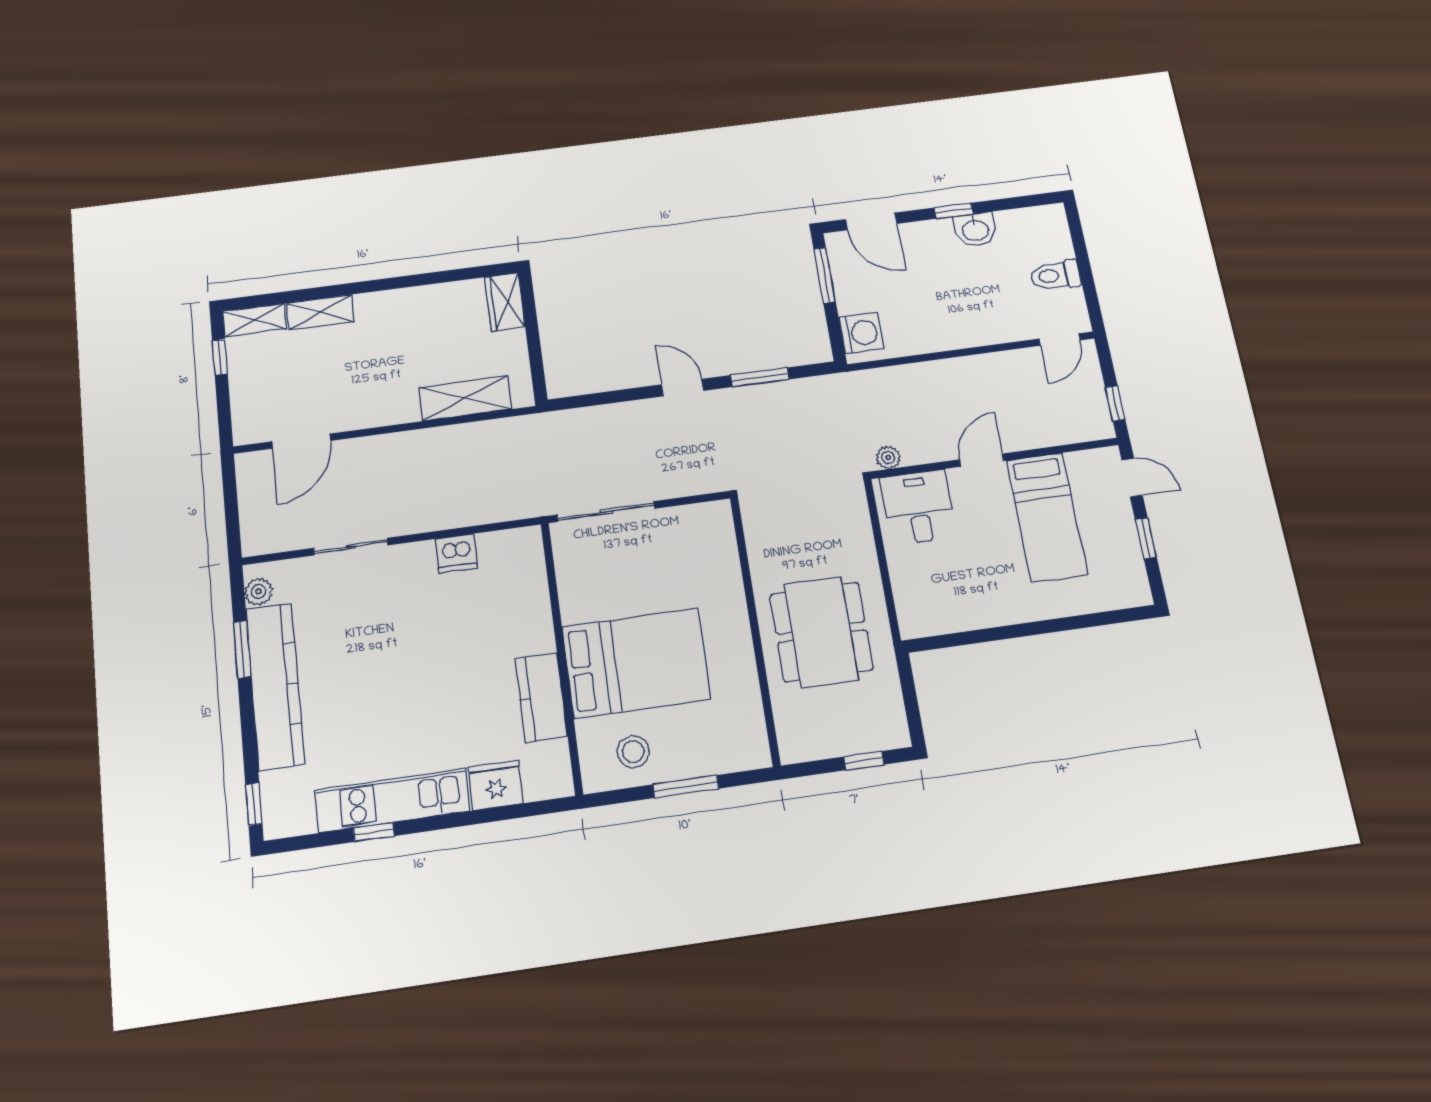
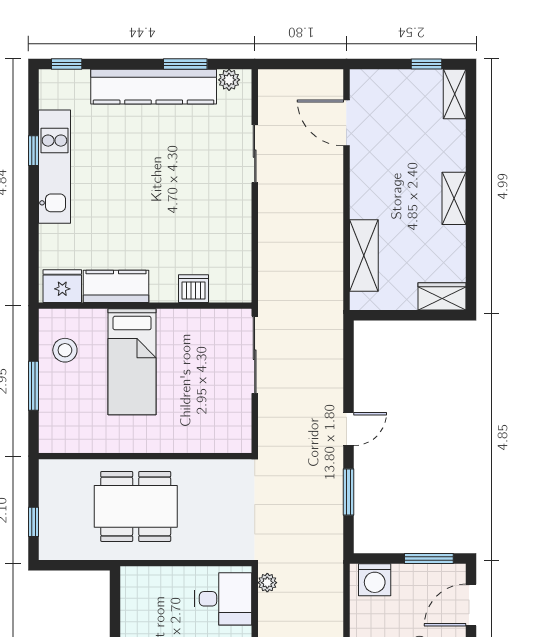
shelving: (320, 312) -> (454, 198), moved
dishwasher: (456, 553) -> (193, 289), moved, turned 90
bed: (636, 663) -> (132, 362), width x0.67
fridge: (496, 785) -> (62, 286), moved, turned -90

